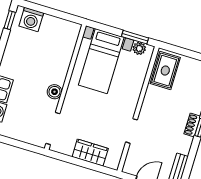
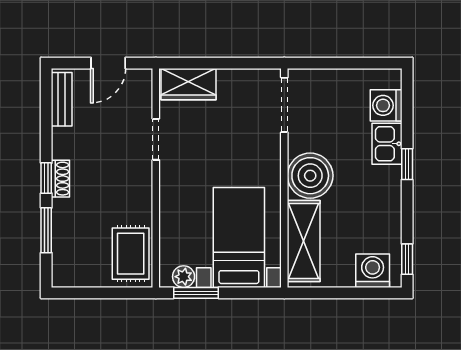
shelving: (65, 48) -> (304, 241), added
boiler: (54, 92) -> (310, 176), width x1.86, depth x1.86
wardrobe: (90, 153) -> (188, 84), moved

